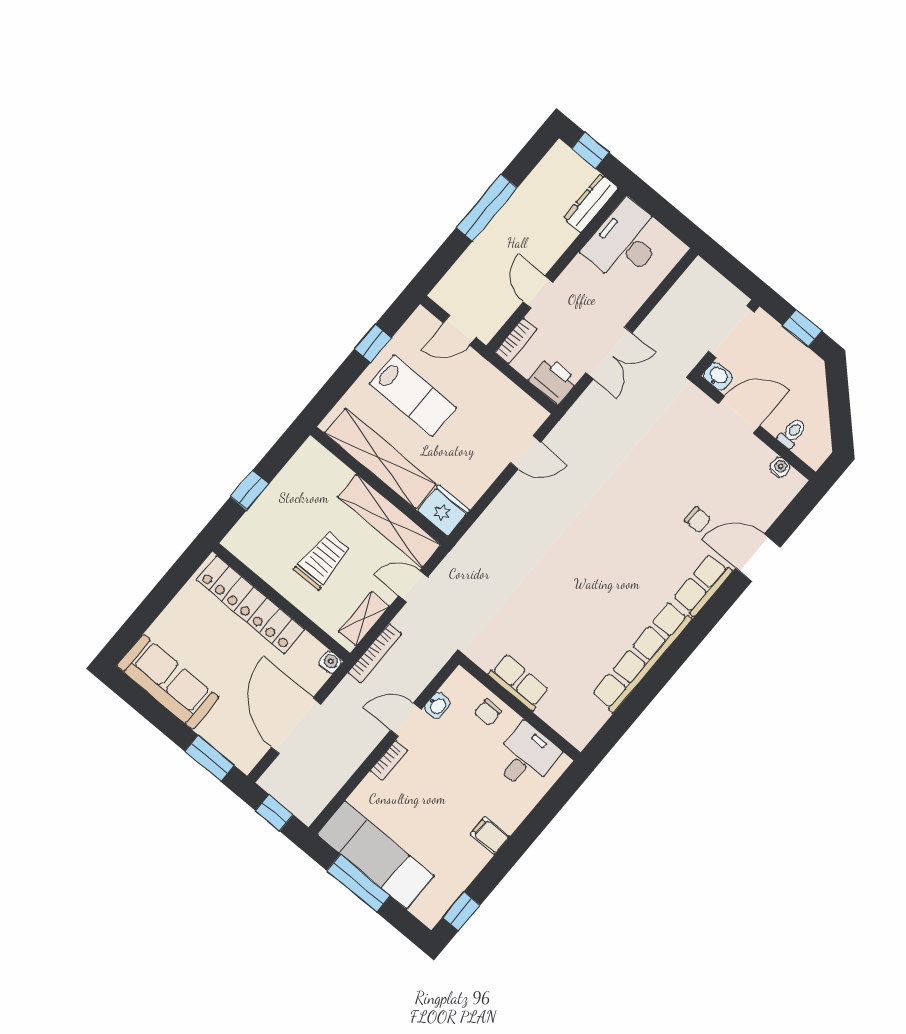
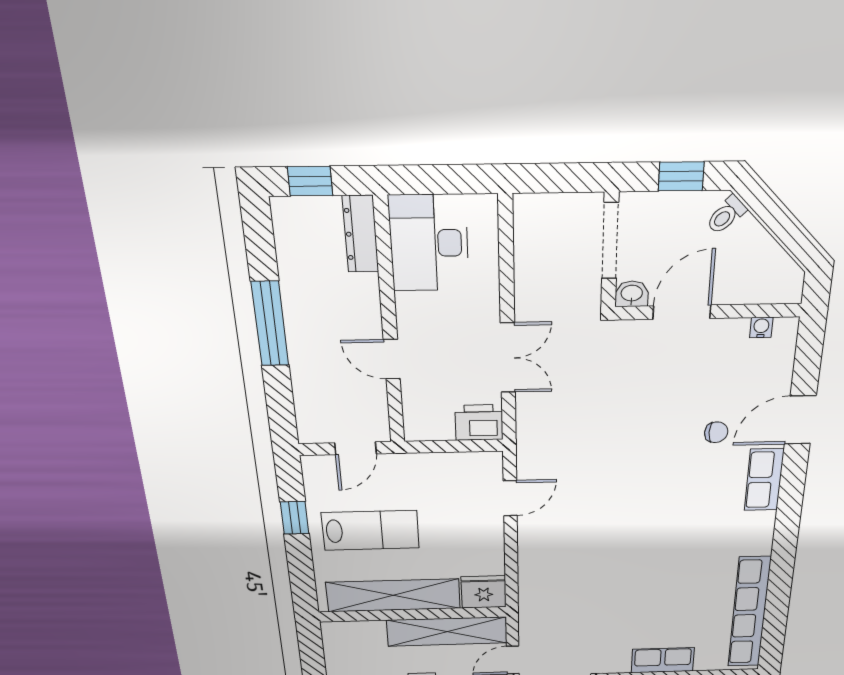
bookcase: (516, 341) -> (413, 417), removed
toilet: (792, 433) -> (726, 215), moved, turned -135
row of seats: (642, 657) -> (749, 612), moved

